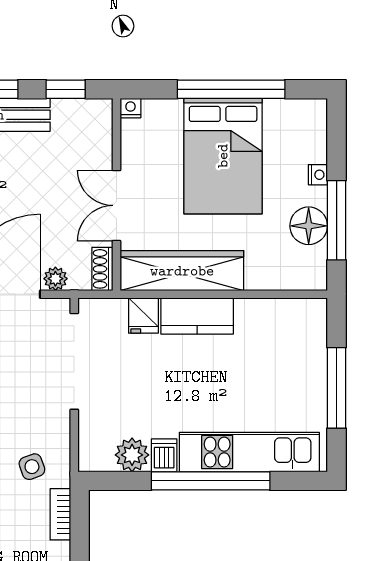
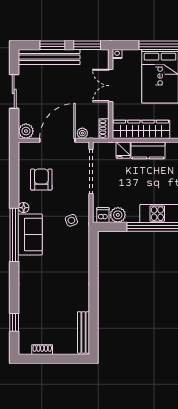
window: (66, 89) -> (87, 45), width x1.50
double door: (117, 205) -> (111, 86), moved
dishwasher: (164, 455) -> (103, 215), moved
bookcase: (60, 514) -> (85, 242), removed

